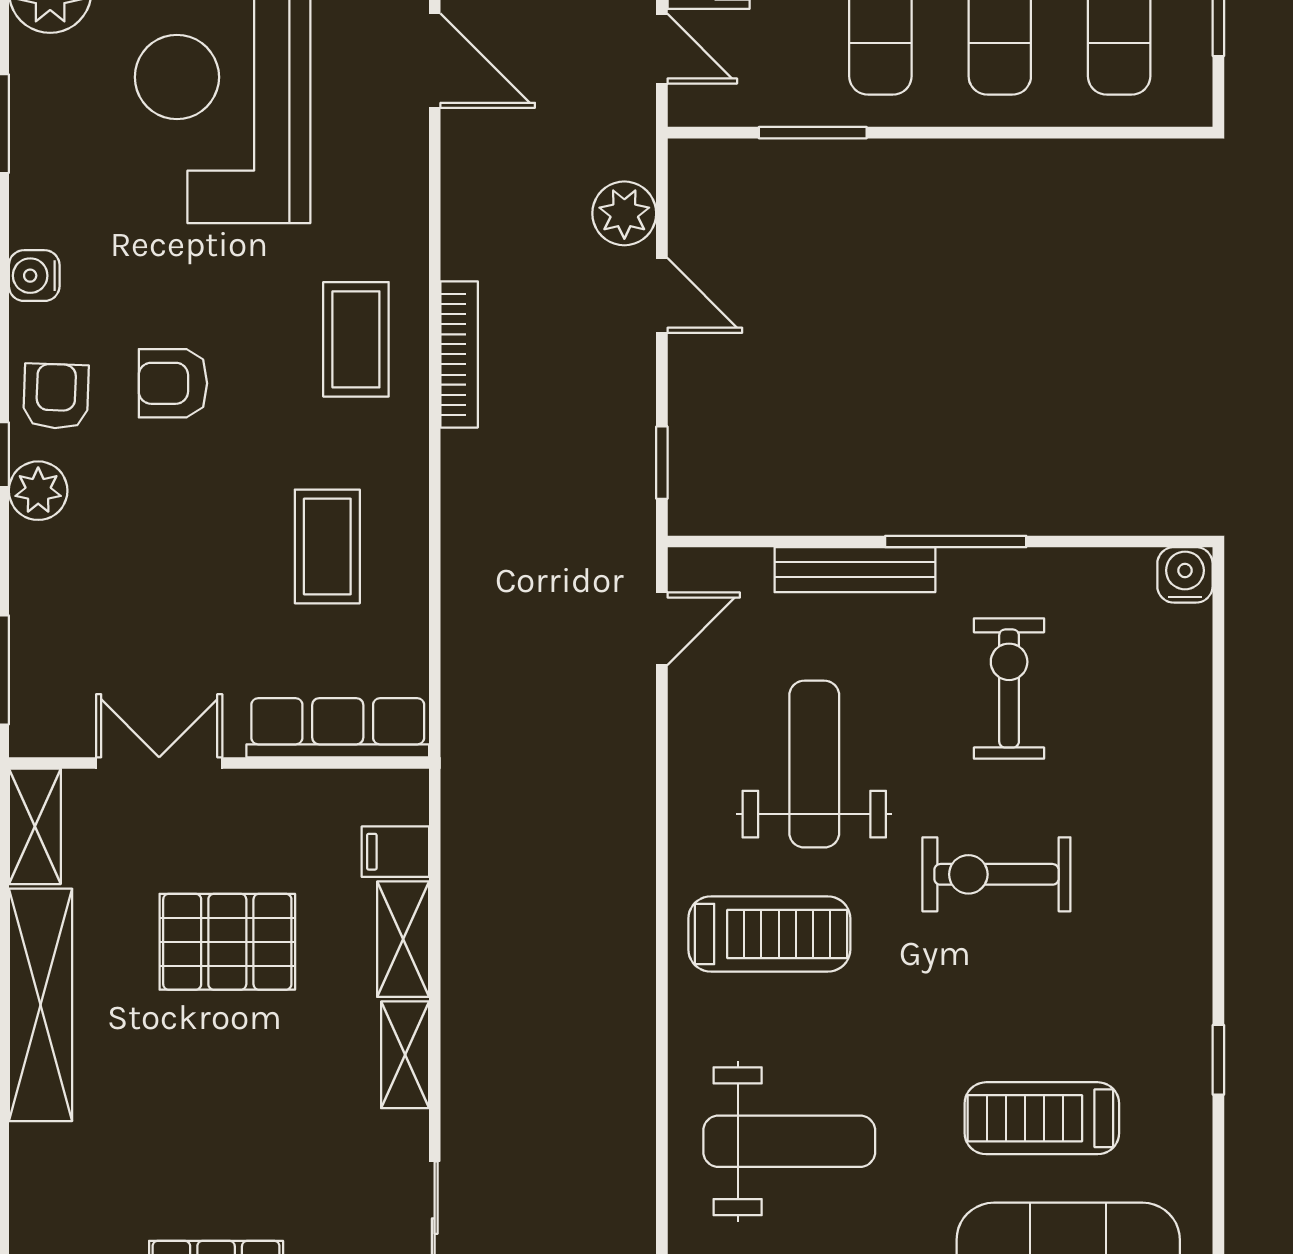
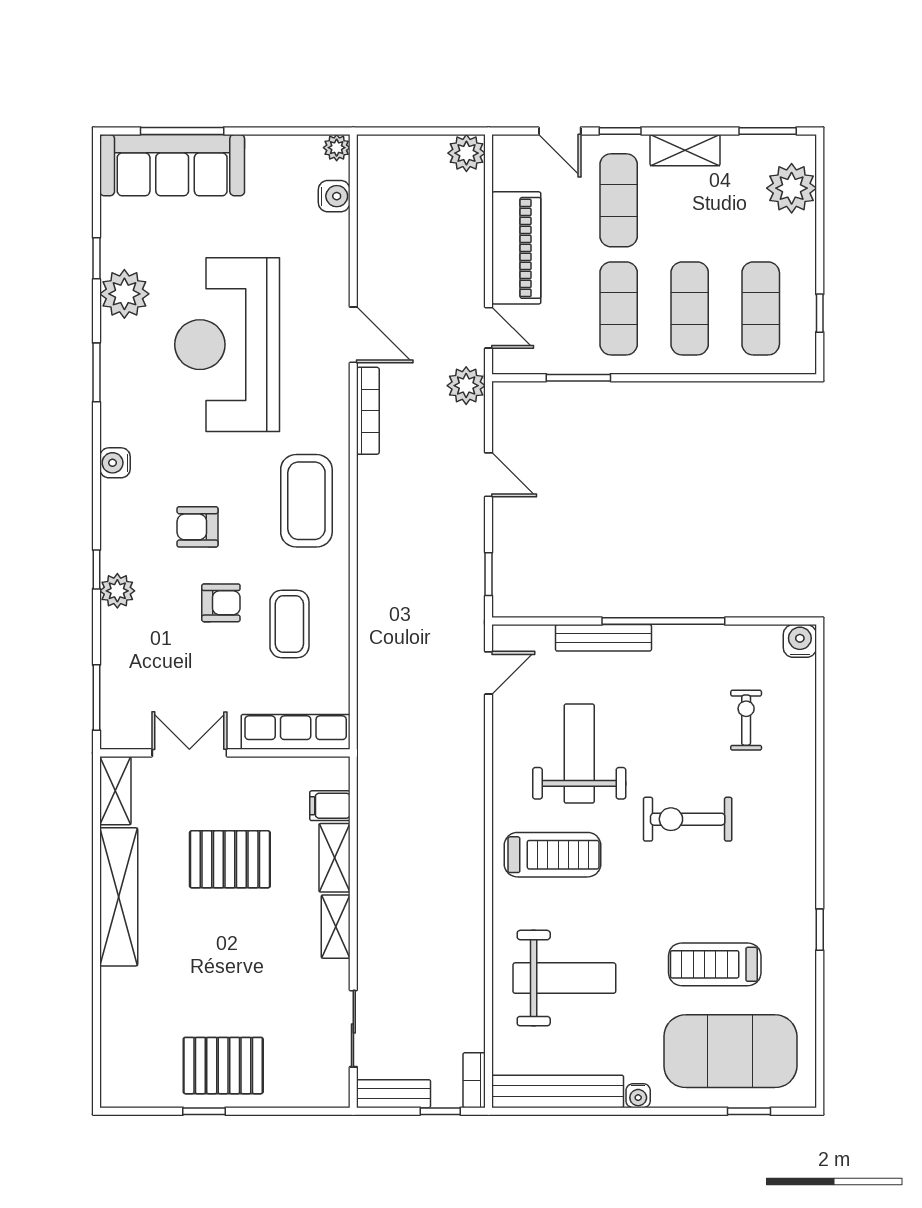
plant: (624, 213) -> (466, 386), moved
coffee table: (356, 339) -> (306, 501), width x1.36, depth x1.32
bookcase: (459, 354) -> (368, 411), moved
armchair: (56, 396) -> (221, 603), moved, turned 88
window: (956, 541) -> (663, 621), width x1.46
exercise bike: (1009, 688) -> (746, 720), moved, width x0.73, depth x0.72

